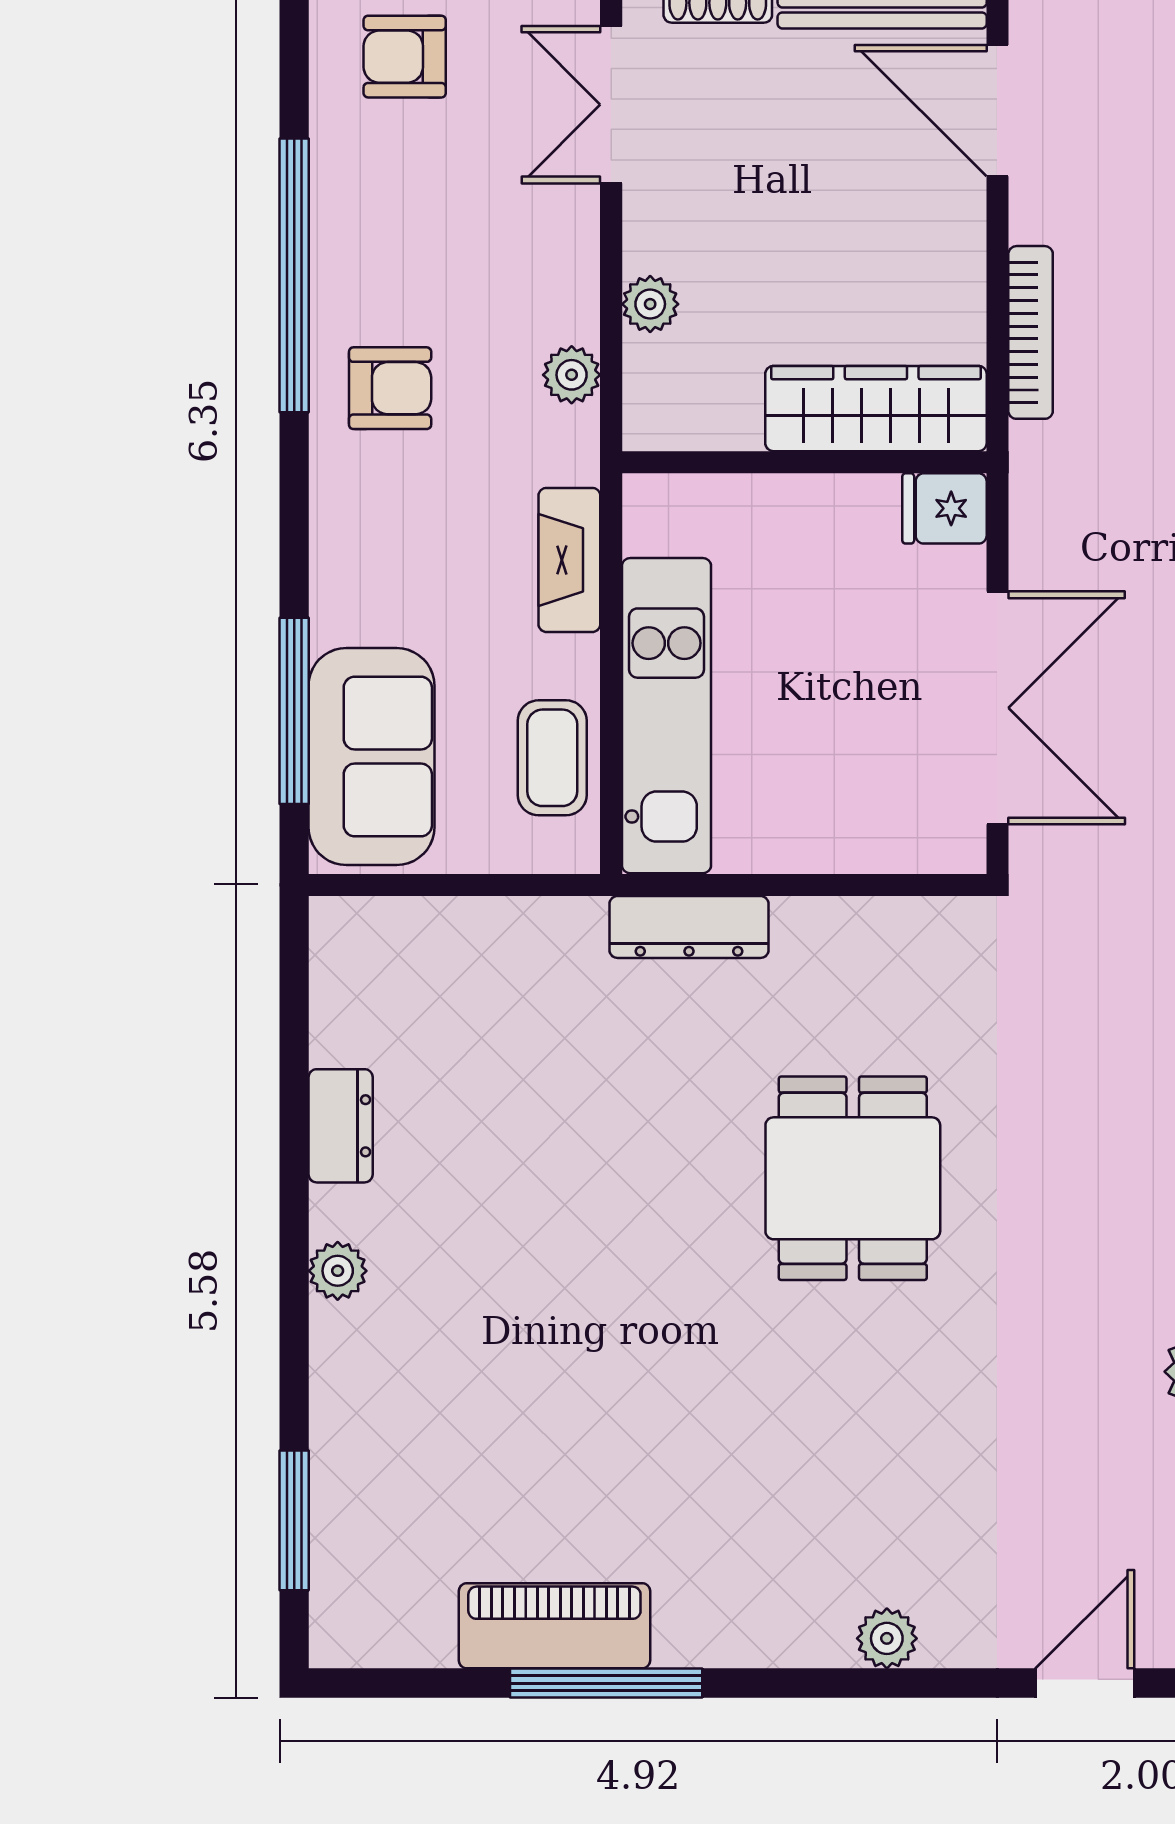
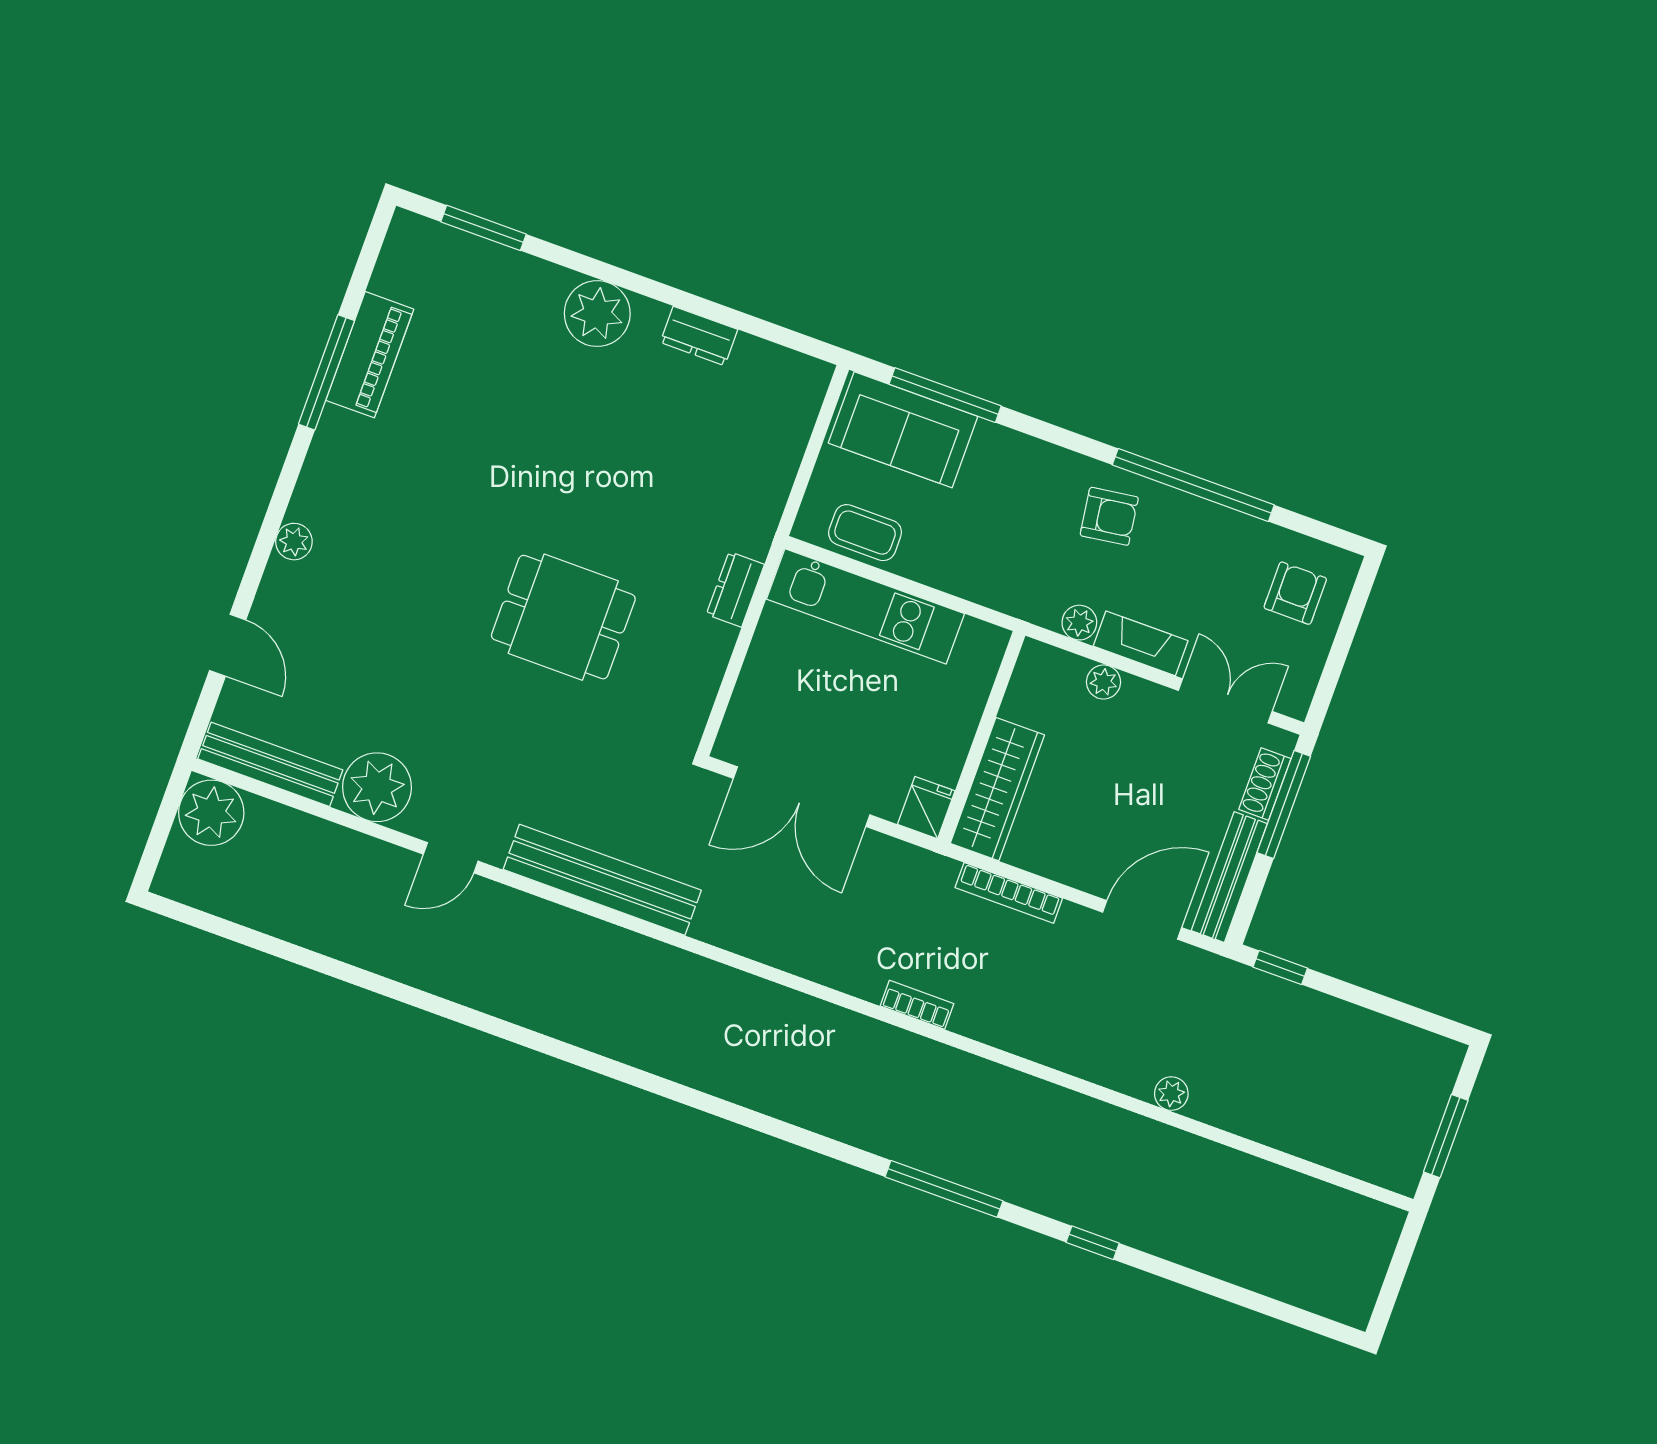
armchair: (390, 388) -> (1109, 516), turned -98
fireplace: (569, 560) -> (1141, 643), moved
dresser: (689, 927) -> (735, 589), width x0.70
plant: (338, 1271) -> (597, 314), width x1.87, depth x1.87

